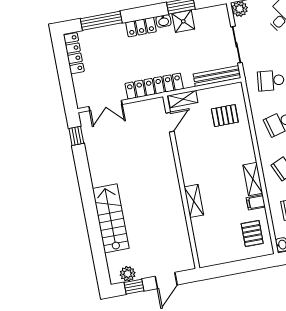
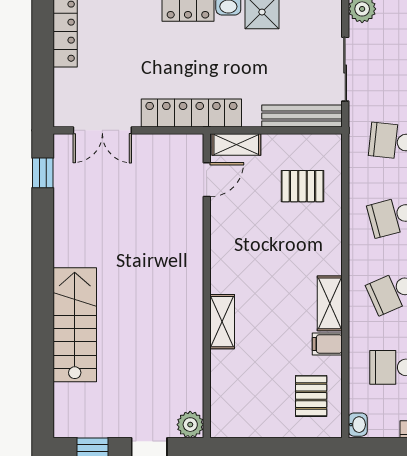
plant: (128, 274) -> (190, 425), moved

